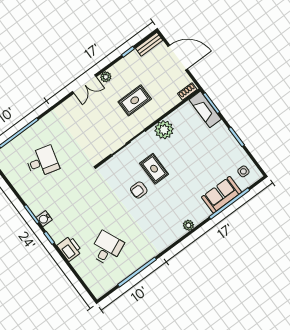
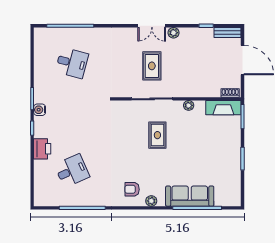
rug: (135, 100) -> (152, 66), moved, turned 90
fireplace: (205, 109) -> (223, 108), moved, turned -90
plant: (164, 130) -> (189, 105), width x0.53, depth x0.53
side table: (243, 171) -> (227, 190), removed
armchair: (139, 190) -> (132, 189), moved
sofa: (222, 195) -> (190, 196), width x1.36

